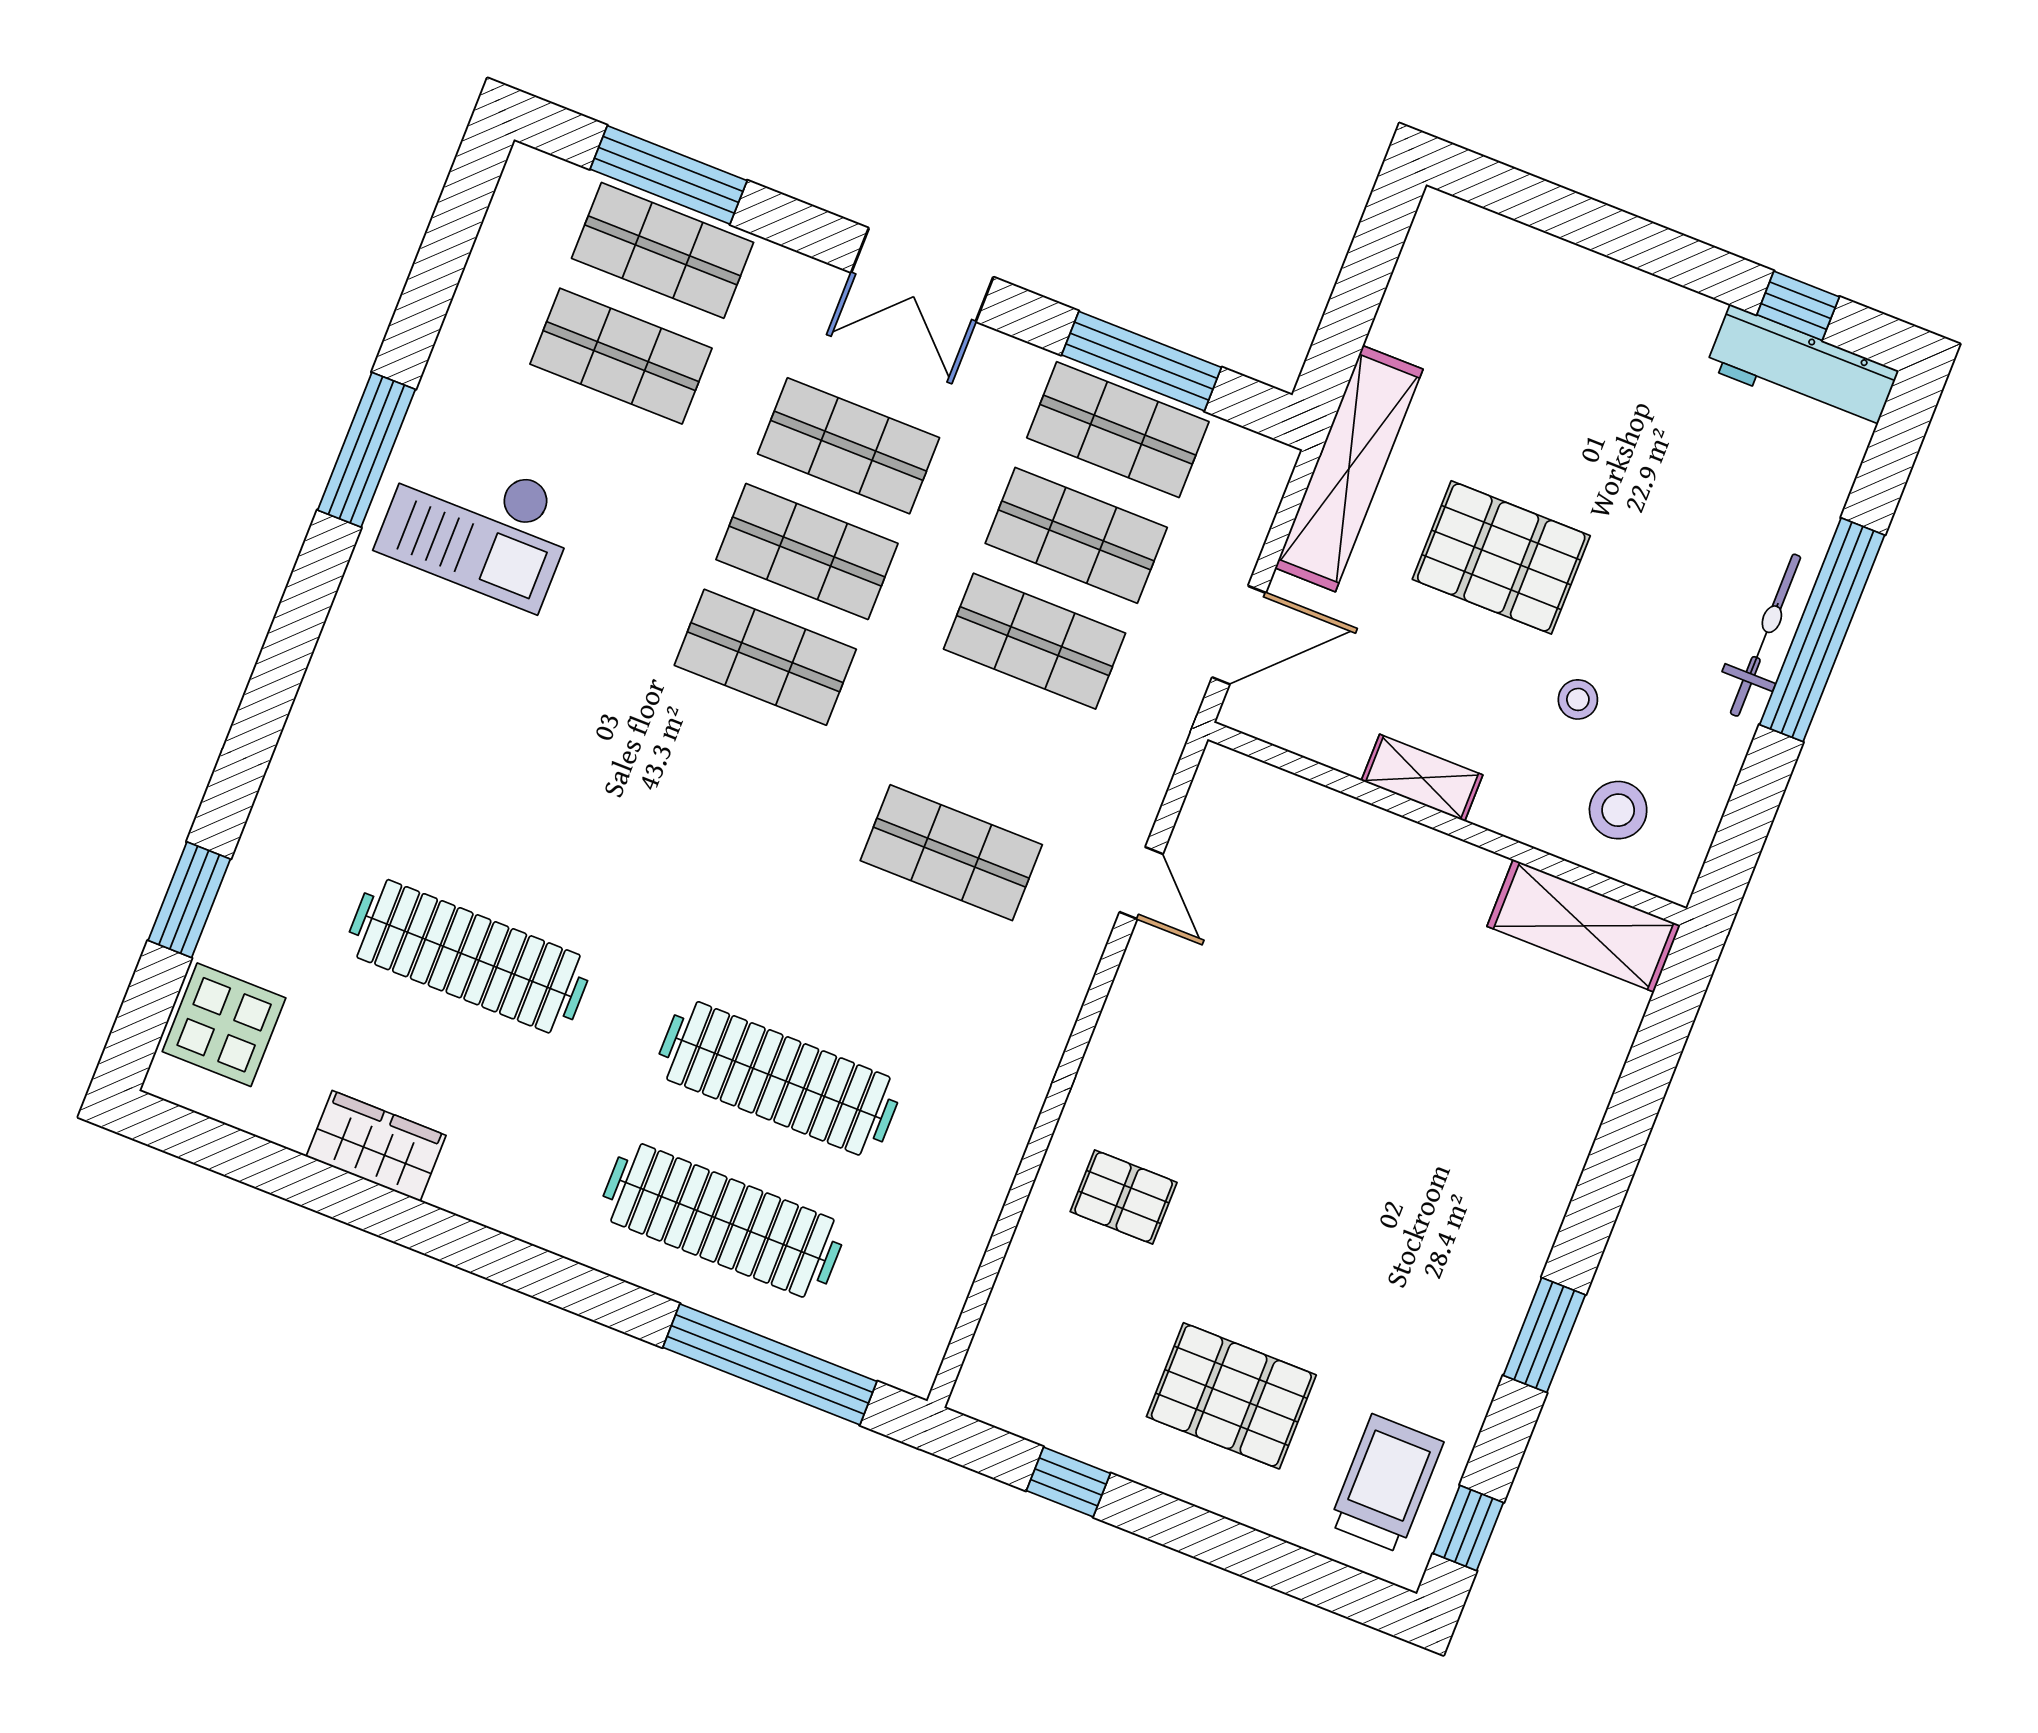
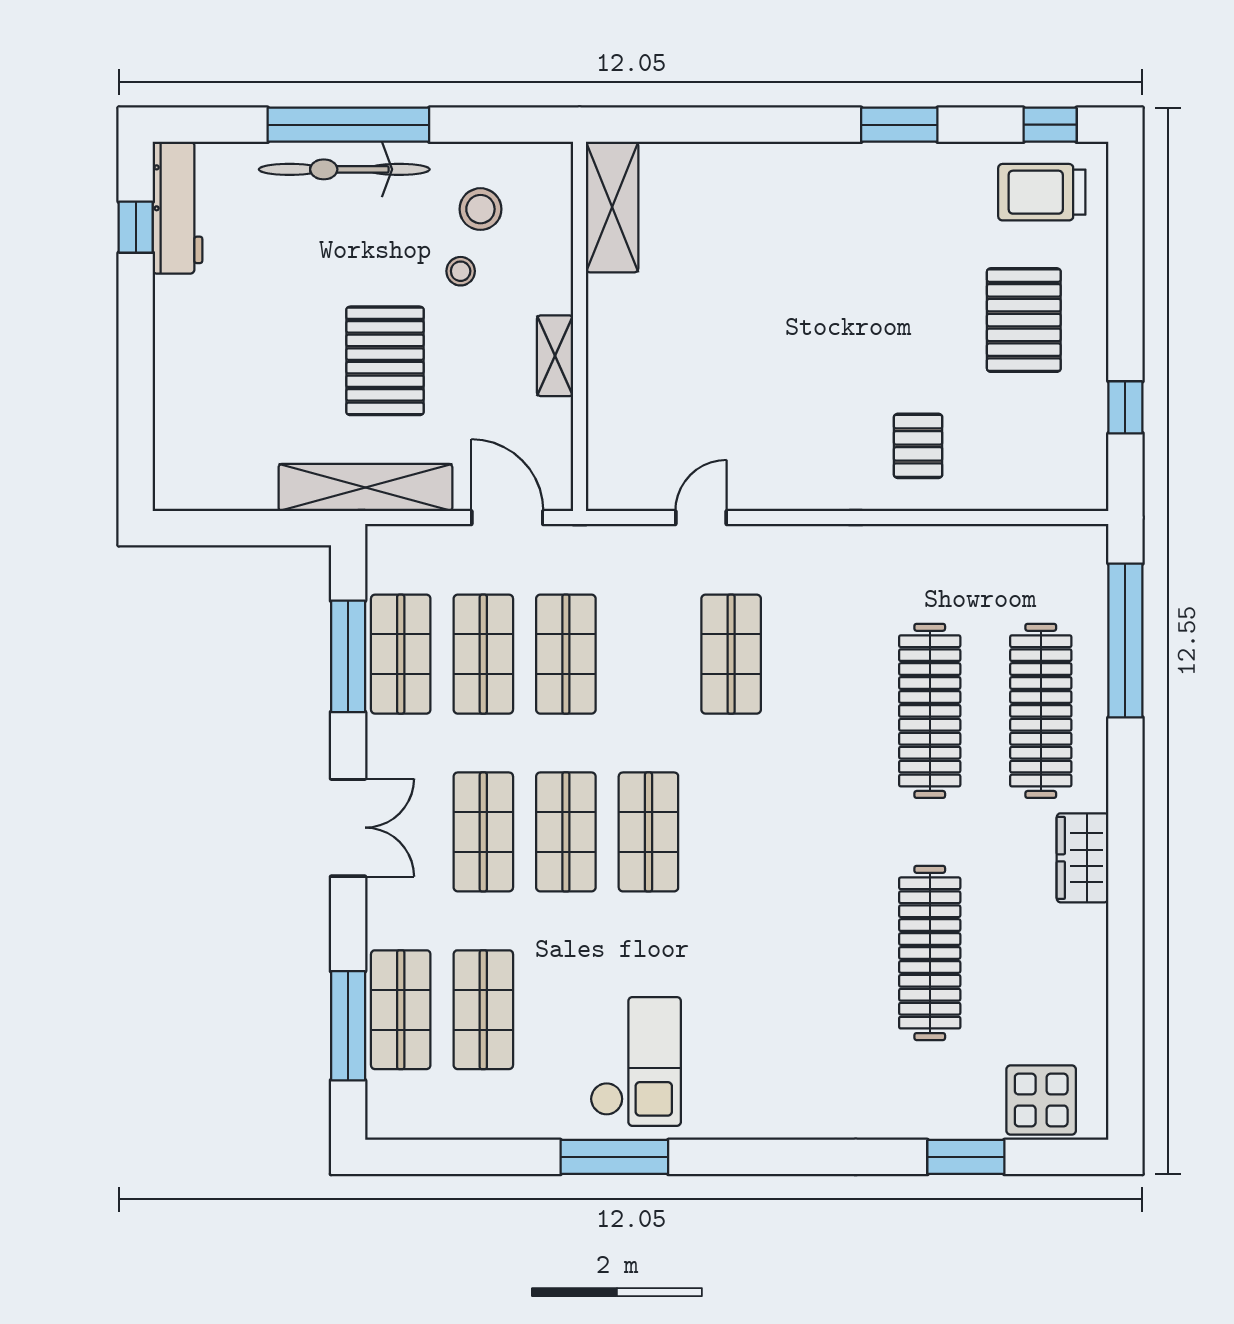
bicycle: (1766, 635) -> (344, 169), width x1.37, depth x1.40
stool: (1618, 810) -> (480, 209), moved
wardrobe: (376, 1146) -> (1083, 858), moved

